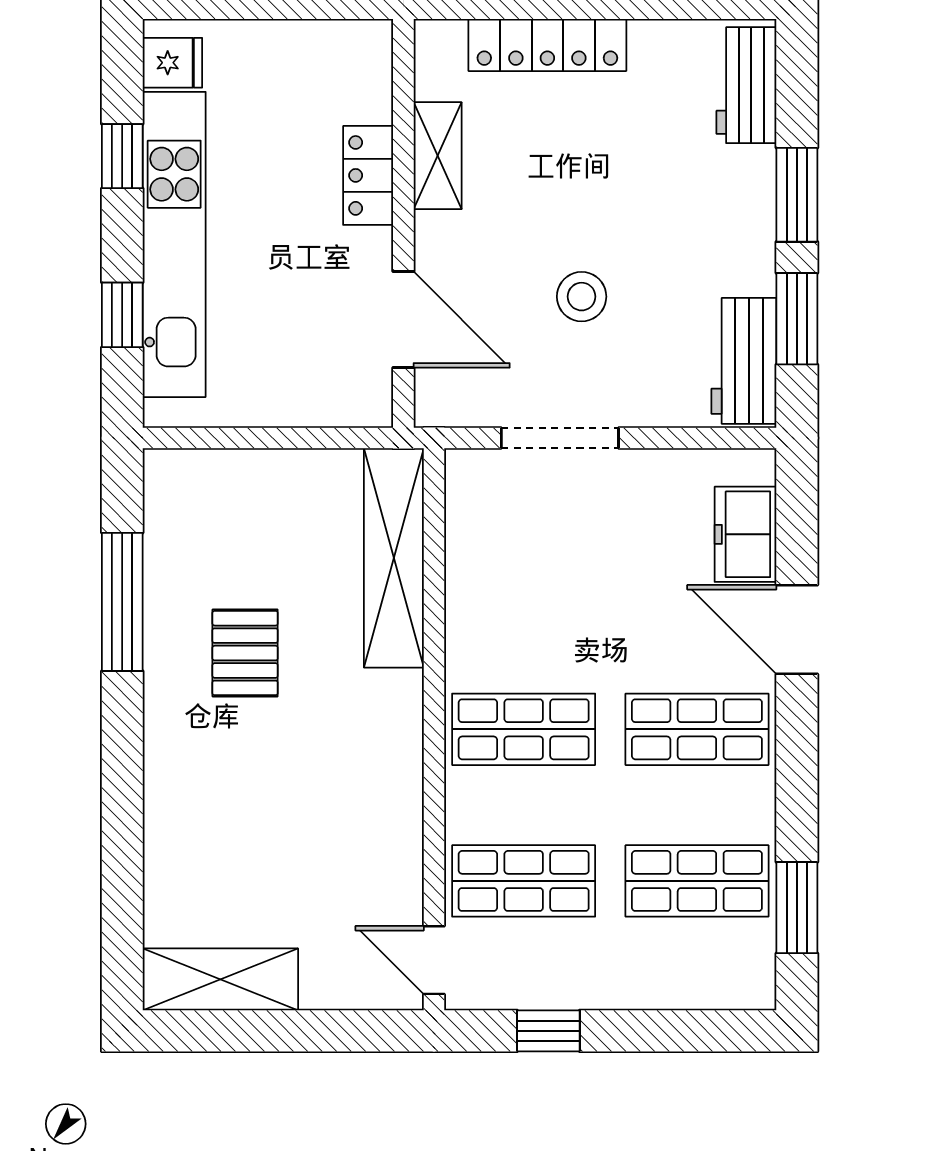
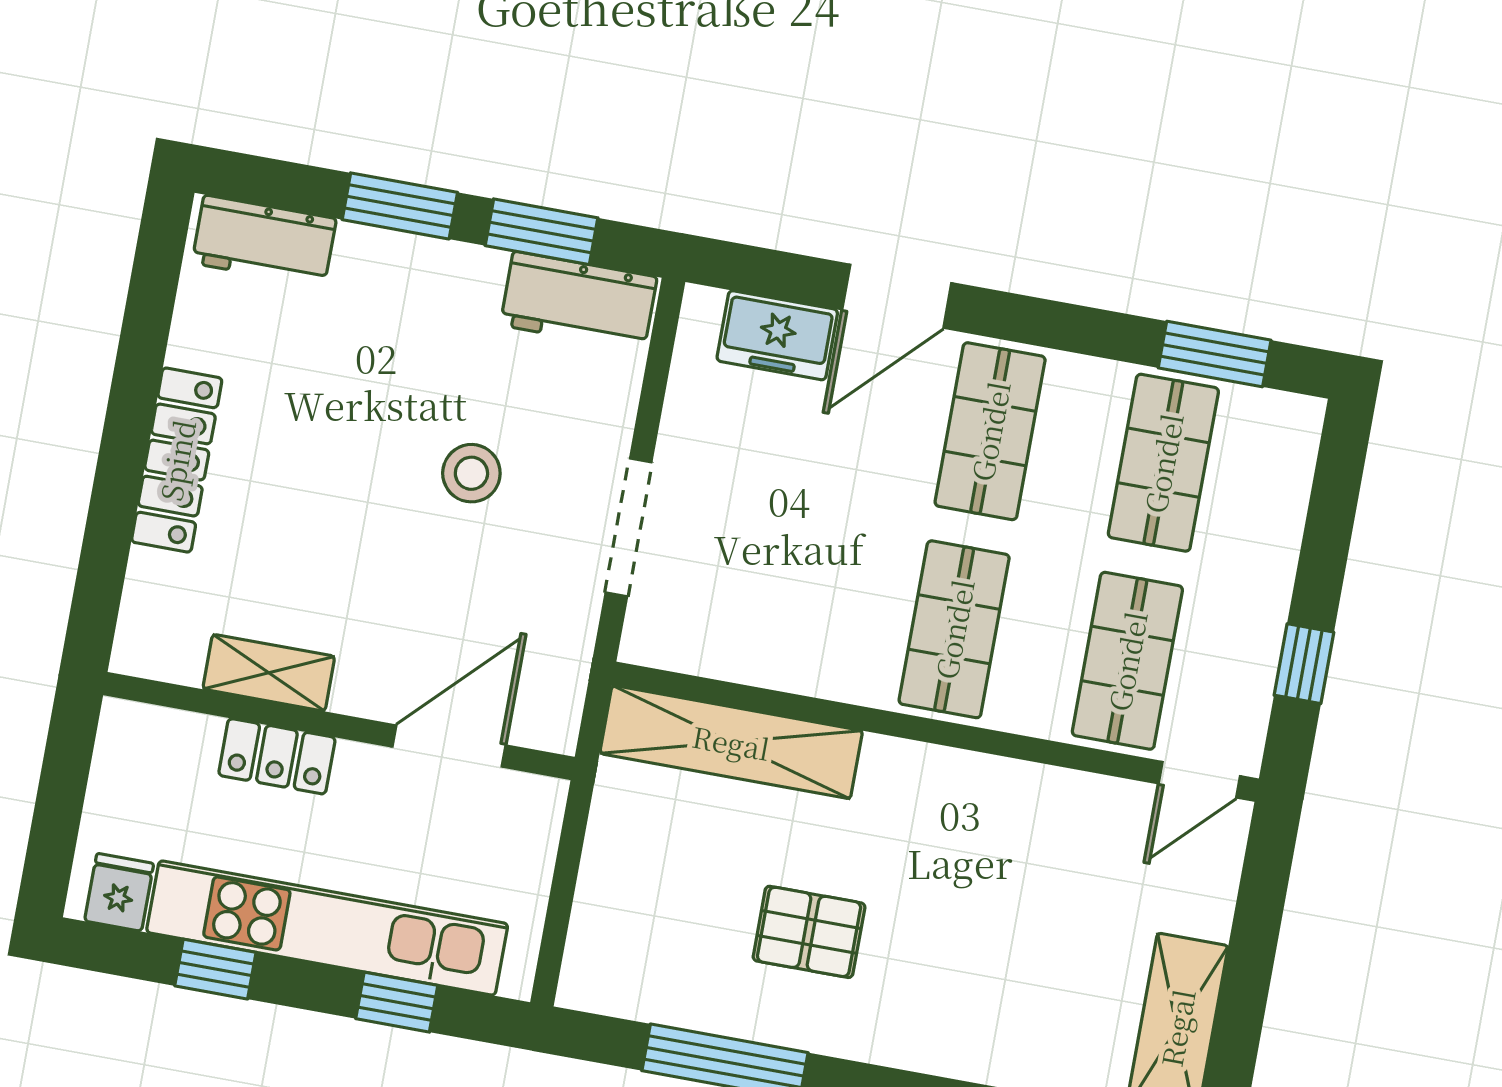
shelving: (438, 156) -> (269, 673), moved
locker: (368, 175) -> (277, 756), moved
wall: (403, 223) -> (339, 726), moved
door: (403, 320) -> (449, 746), moved

